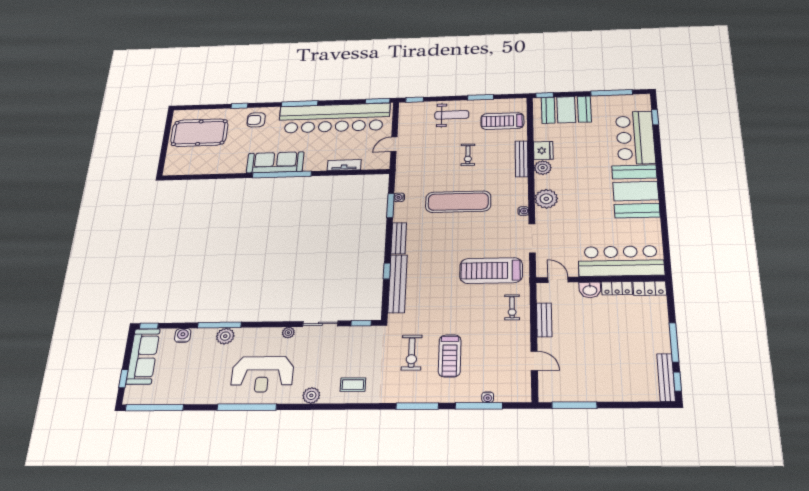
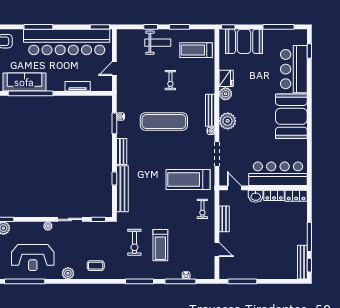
window: (415, 100) -> (151, 27), moved
bench: (522, 159) -> (210, 110), moved

